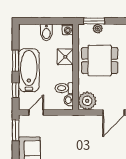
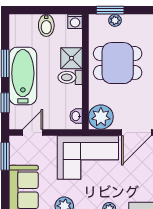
toilet: (64, 88) -> (70, 77), moved
corner sofa: (77, 131) -> (88, 158), added

